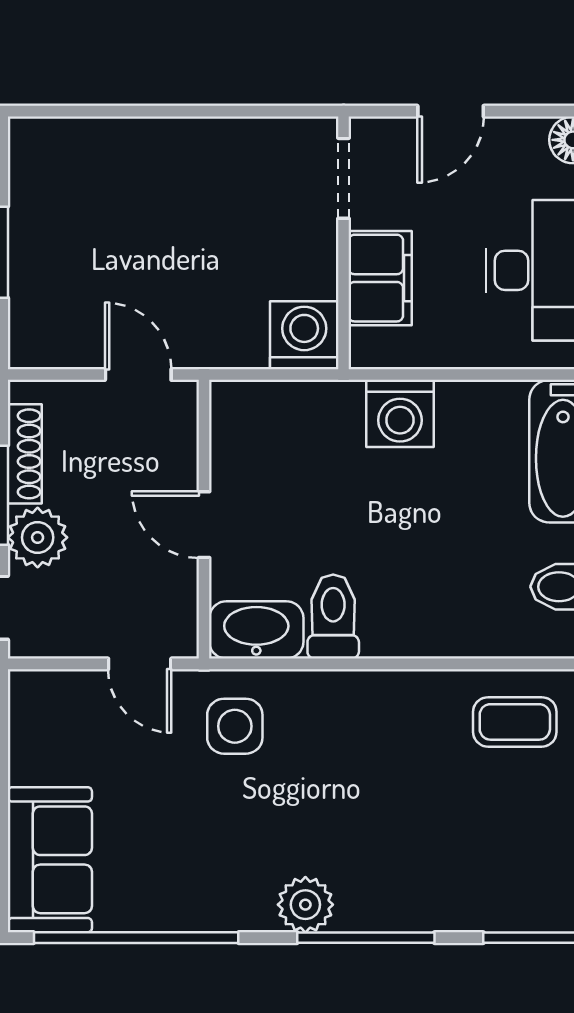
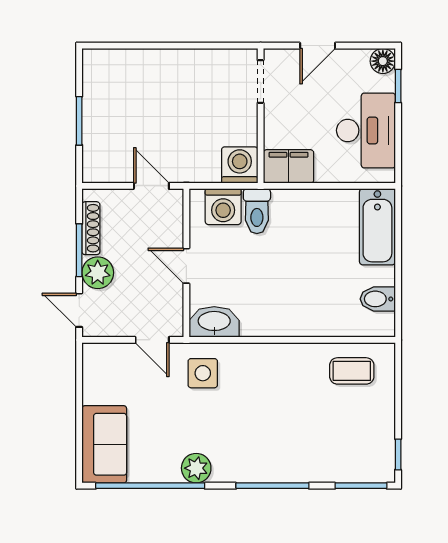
filing cabinet: (380, 278) -> (289, 166), moved, turned -90
washing machine: (400, 413) -> (223, 207), moved
toilet: (333, 617) -> (257, 211), moved, turned 180
plant: (305, 905) -> (196, 468), moved

